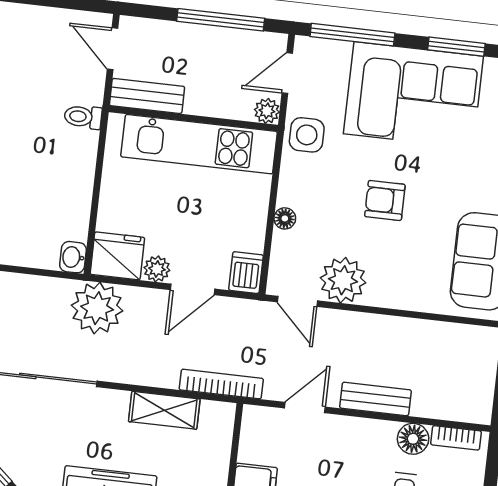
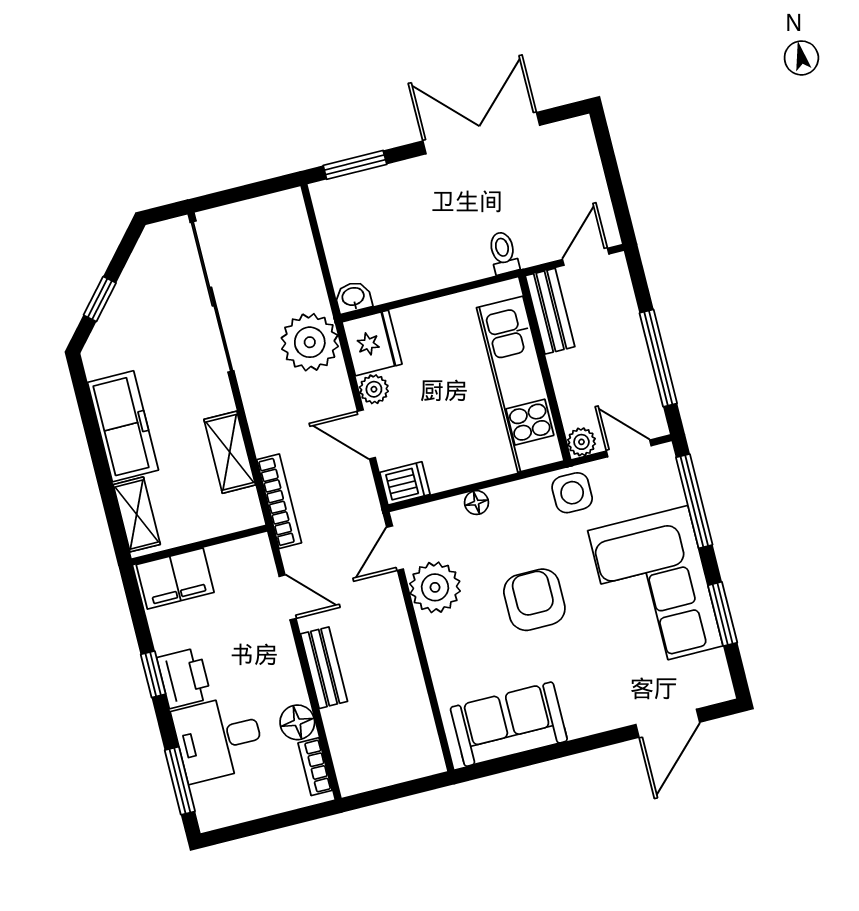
armchair: (385, 200) -> (534, 600), width x1.38, depth x1.38

